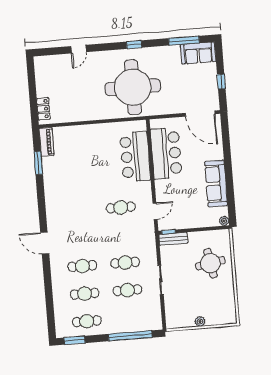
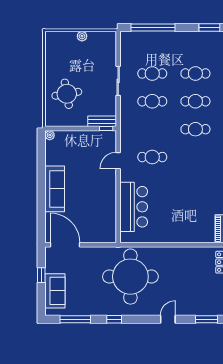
window: (134, 45) -> (114, 319), moved
door: (79, 49) -> (168, 319), moved
window: (54, 51) -> (206, 319), added
sofa: (198, 53) -> (55, 291), moved, turned 90
bar counter: (166, 153) -> (102, 208), removed
sofa: (216, 184) -> (55, 189), moved
door: (155, 211) -> (118, 161), moved
cafe table: (87, 321) -> (195, 129), moved

